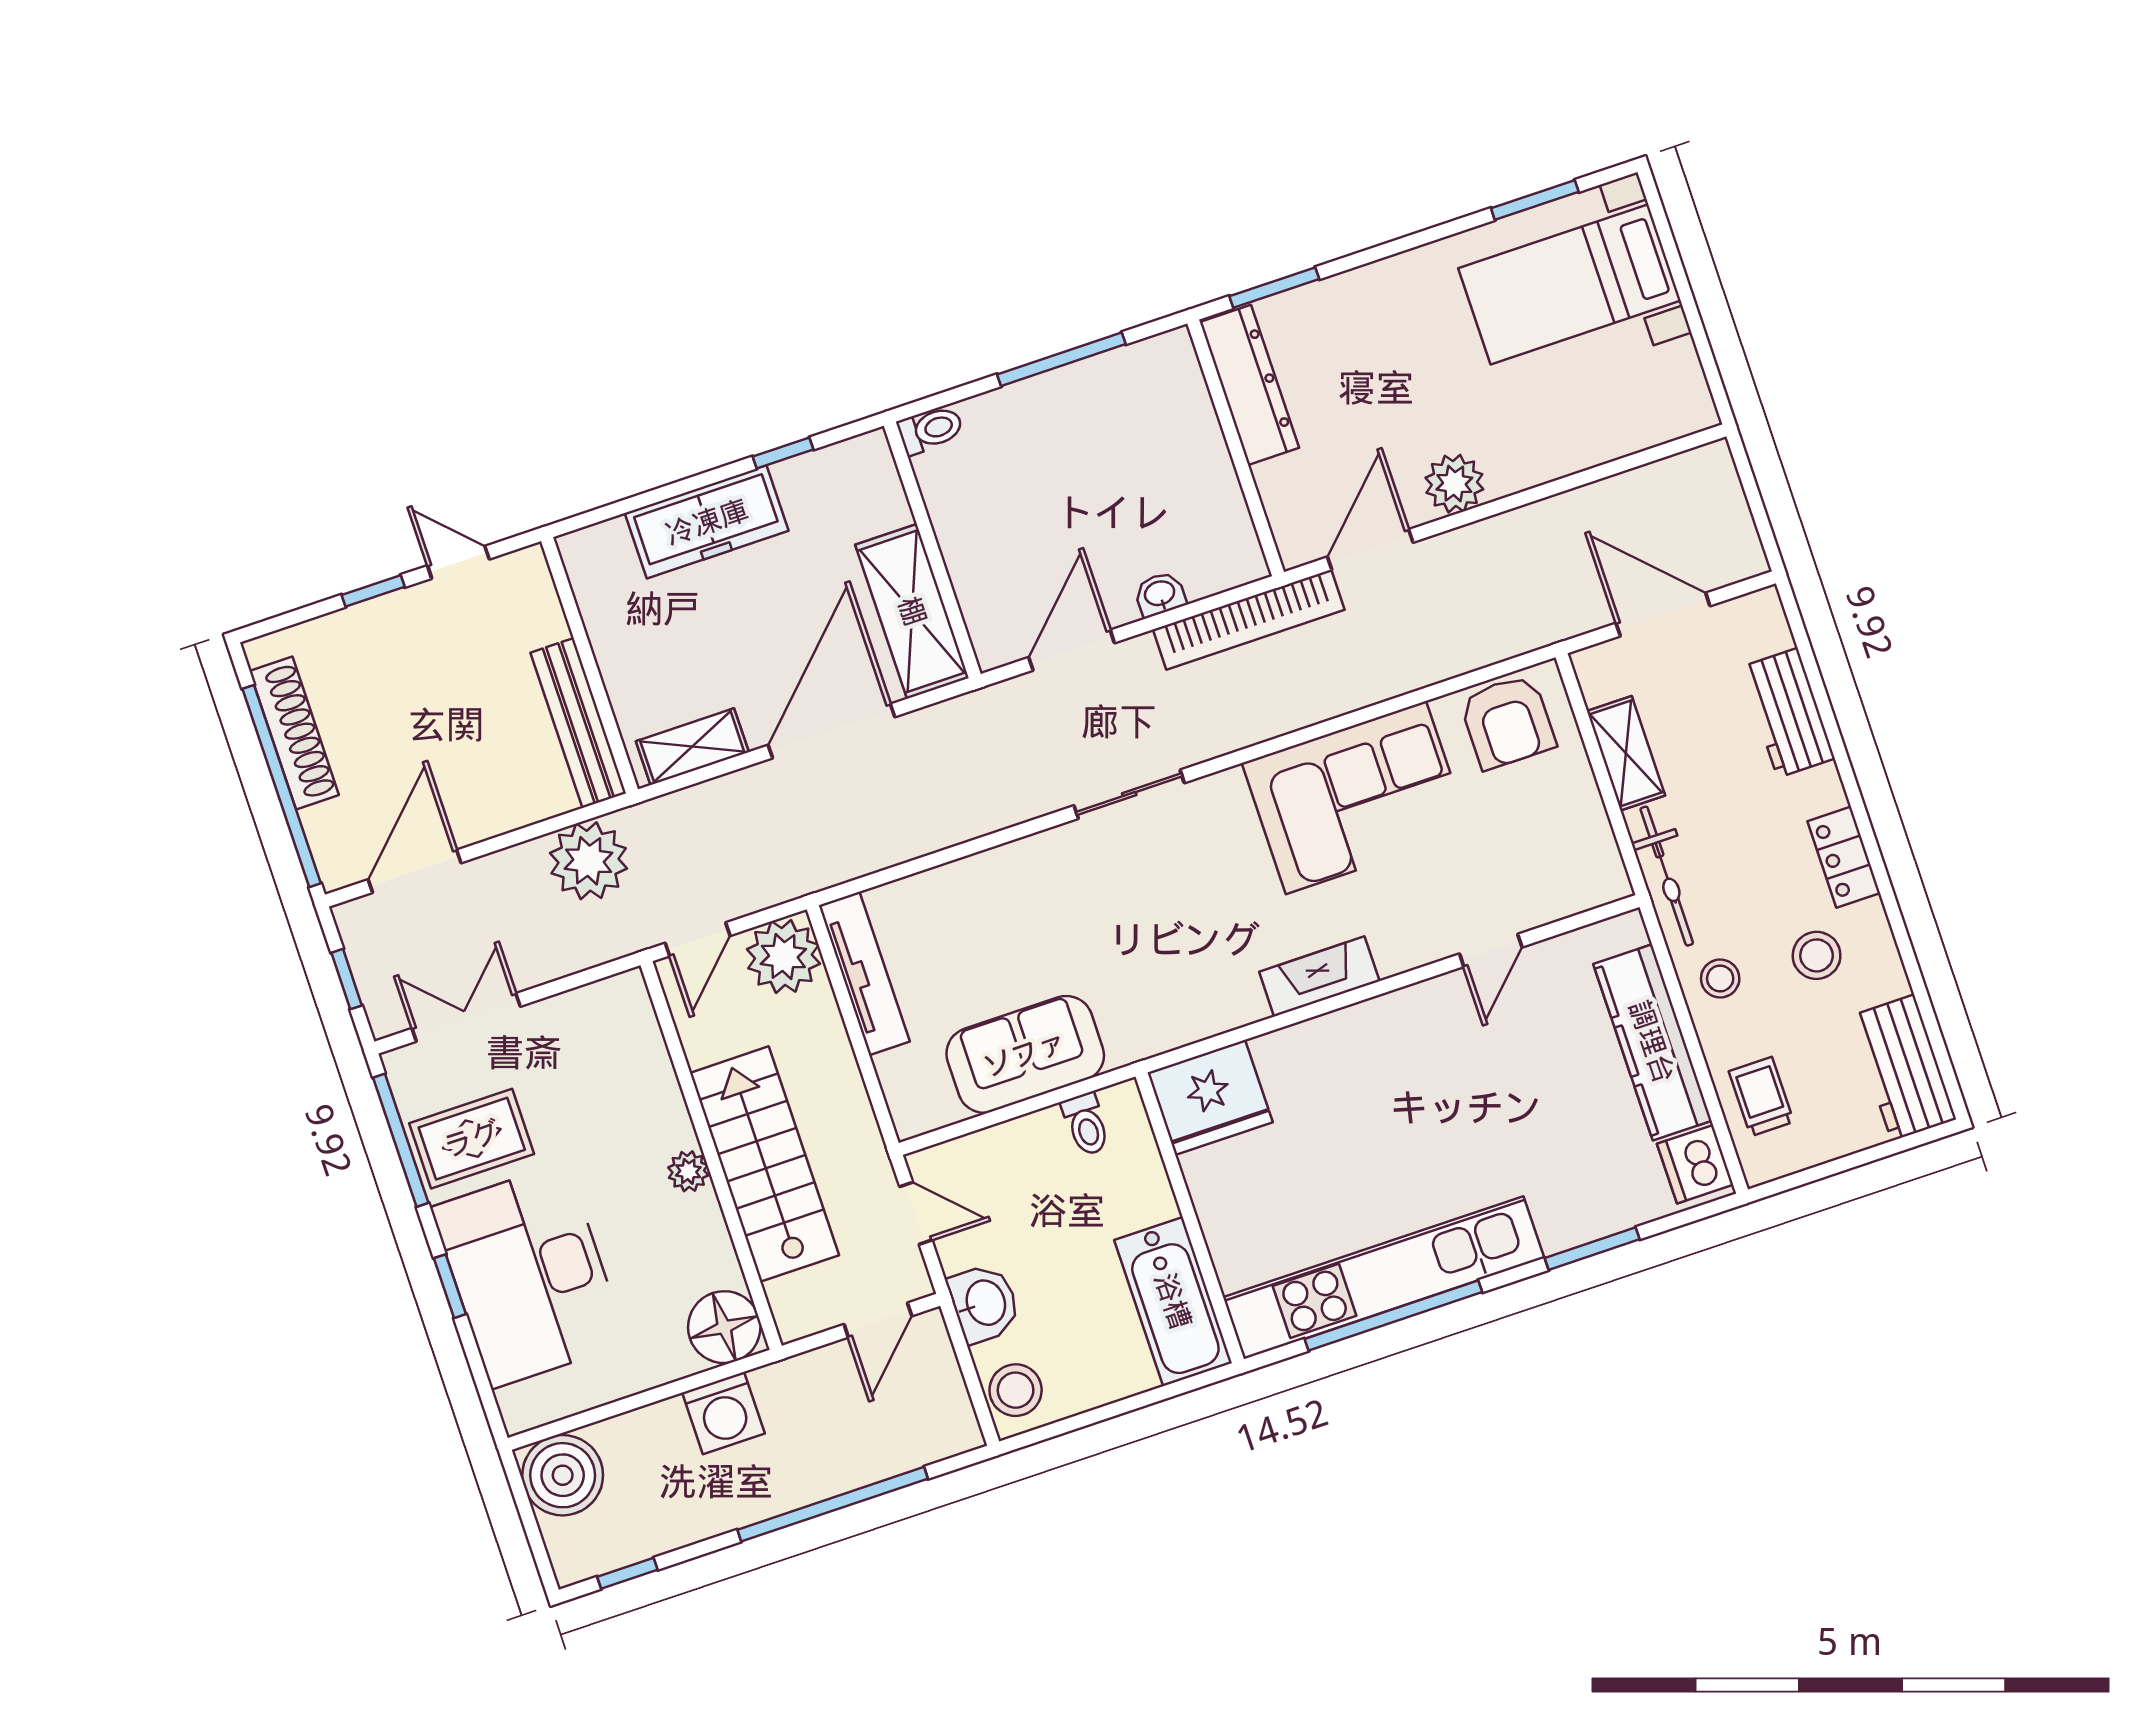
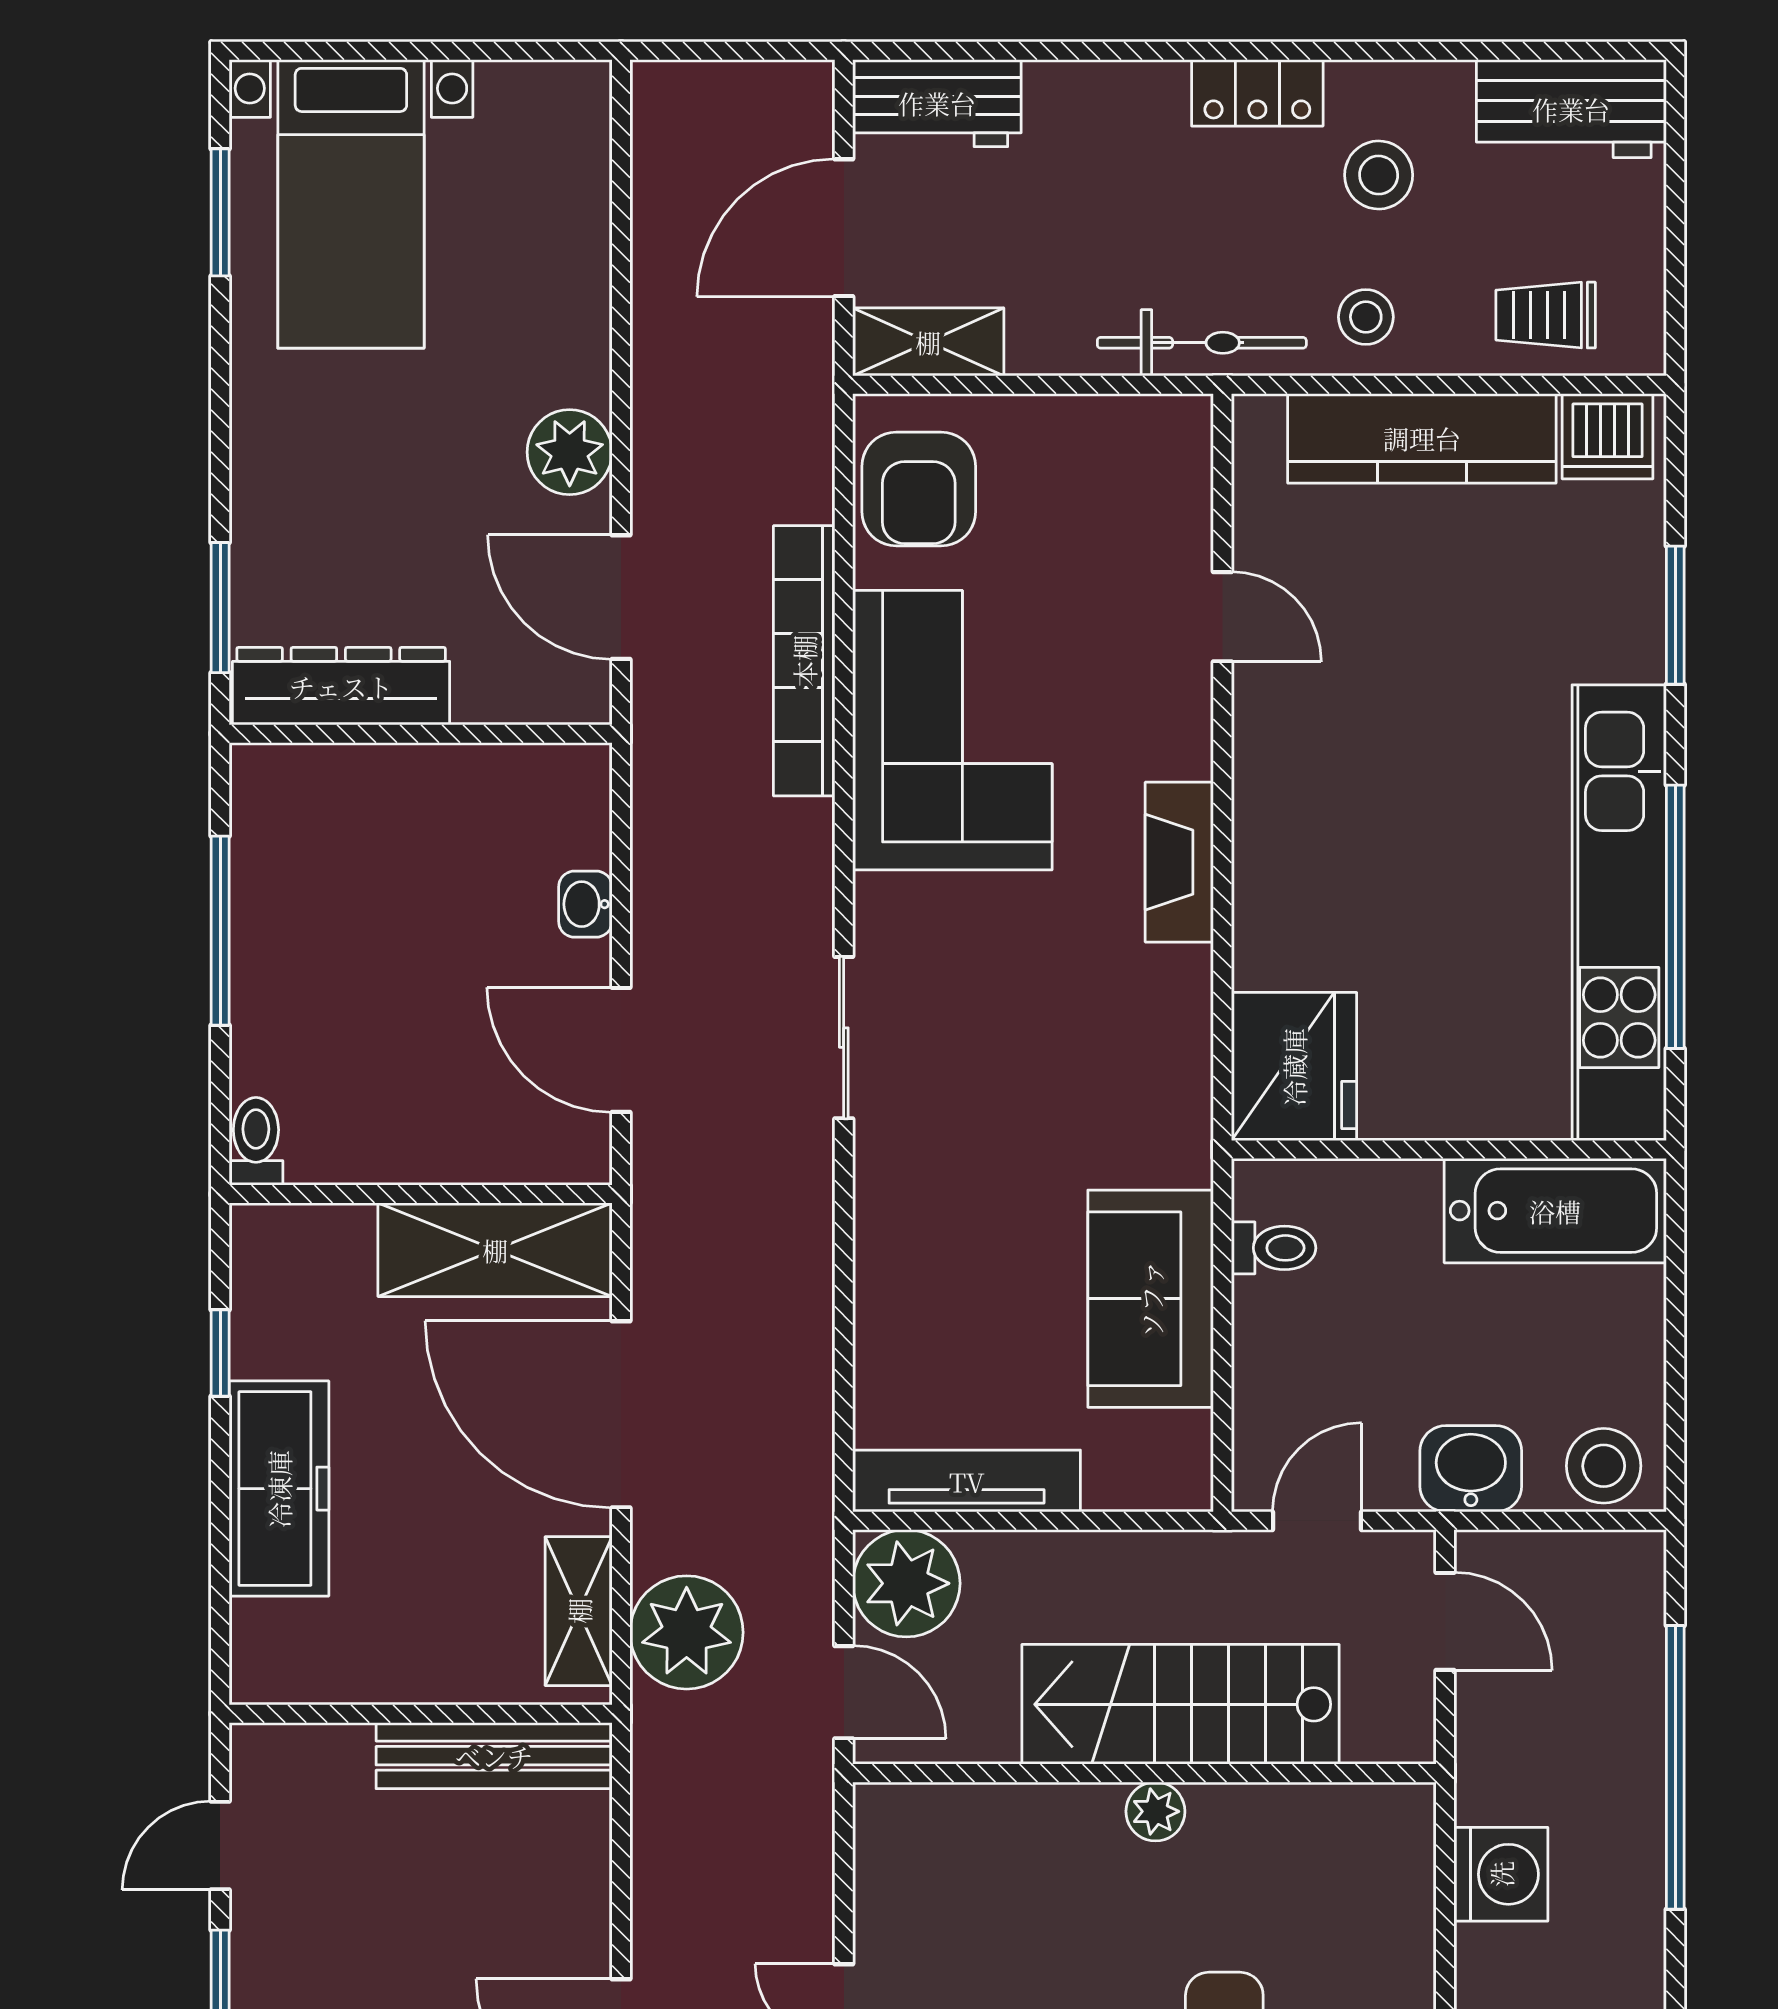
bookcase: (1249, 620) -> (804, 661), moved, turned 180
workbench: (1788, 713) -> (937, 103), moved
armchair: (1508, 722) -> (919, 489), turned 90
shelving: (1626, 753) -> (928, 342), moved
plant: (589, 861) -> (687, 1632), moved
floor lamp: (724, 1327) -> (1384, 1834), removed

